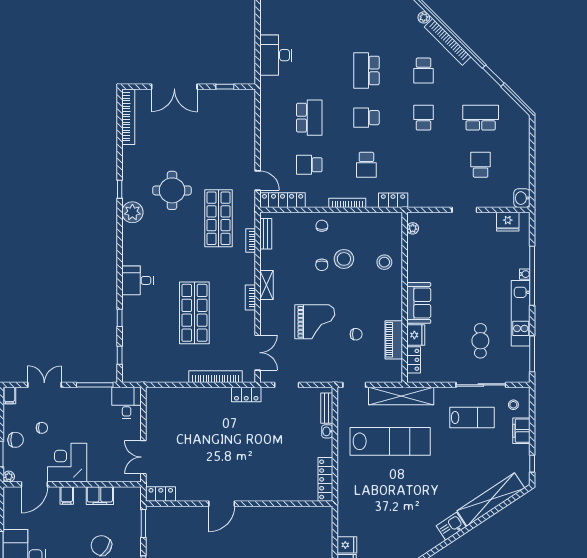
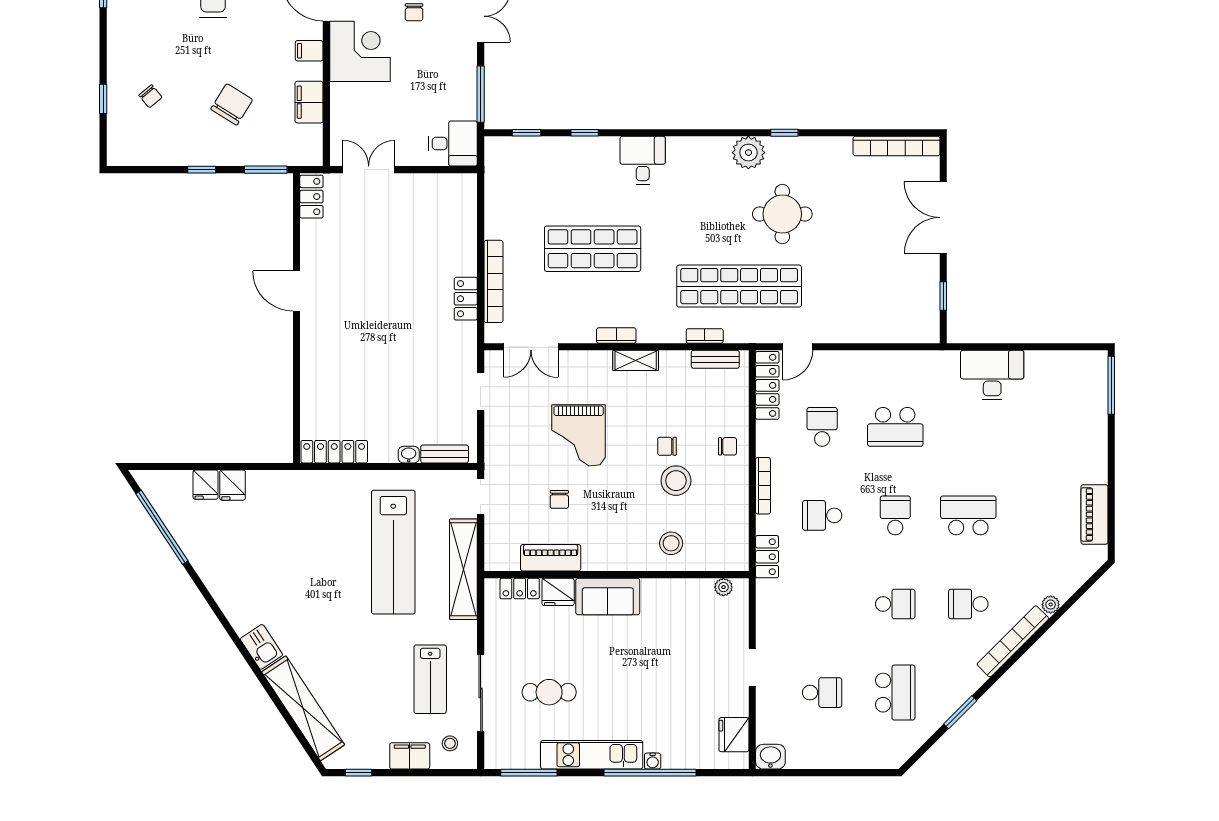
shop shelf: (219, 218) -> (739, 286), width x1.40
locker: (246, 395) -> (466, 299), moved

